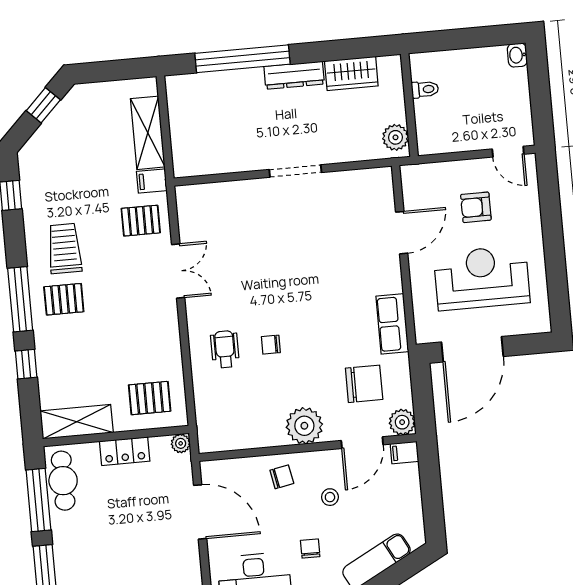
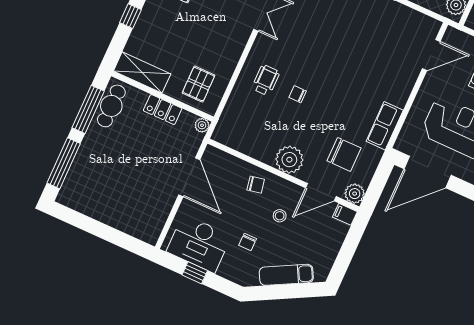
door: (402, 233) -> (431, 55), moved
pallet: (150, 398) -> (199, 84), turned 90
chair: (310, 549) -> (248, 242), turned 180

